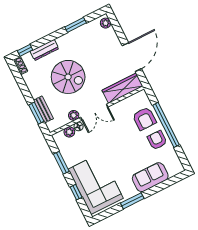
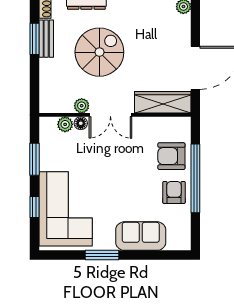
spiral stairs: (68, 77) -> (99, 52), turned -90
bench: (43, 109) -> (46, 39), moved
window: (36, 113) -> (34, 39), moved
armchair: (144, 119) -> (171, 156), turned 90

